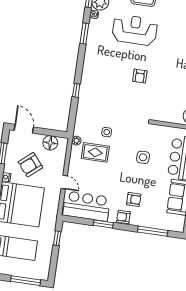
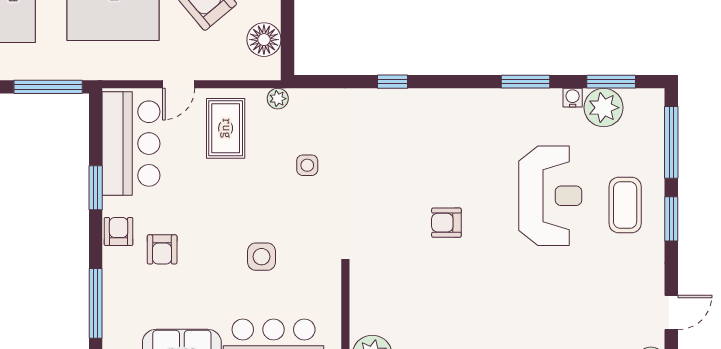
rug: (95, 152) -> (226, 128), moved
window: (57, 238) -> (48, 87), width x2.17

